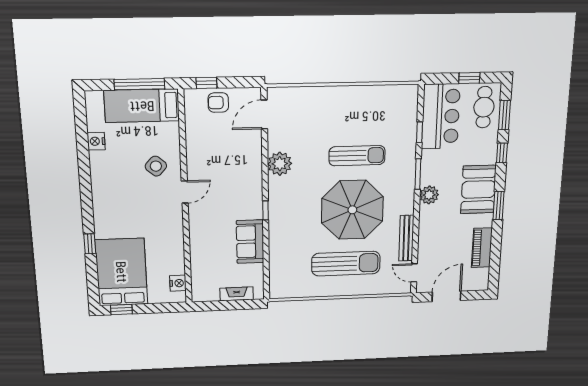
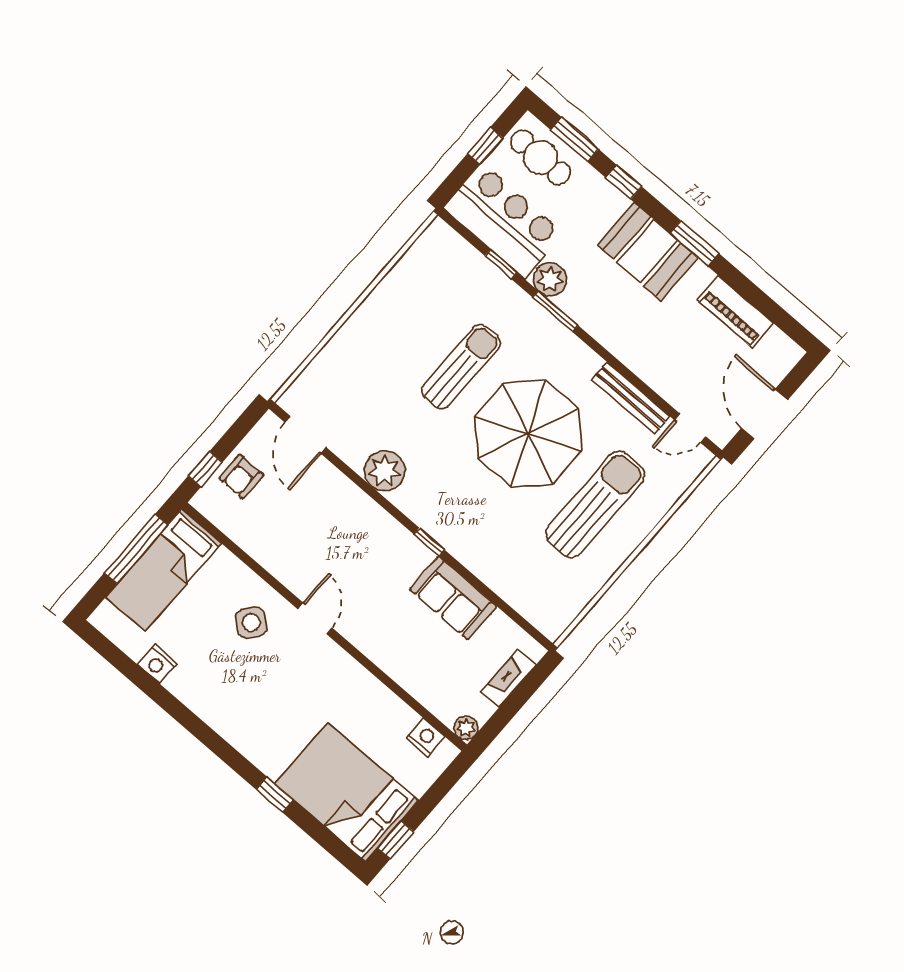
plant: (429, 195) -> (550, 279), moved
plant: (198, 296) -> (466, 728), added

